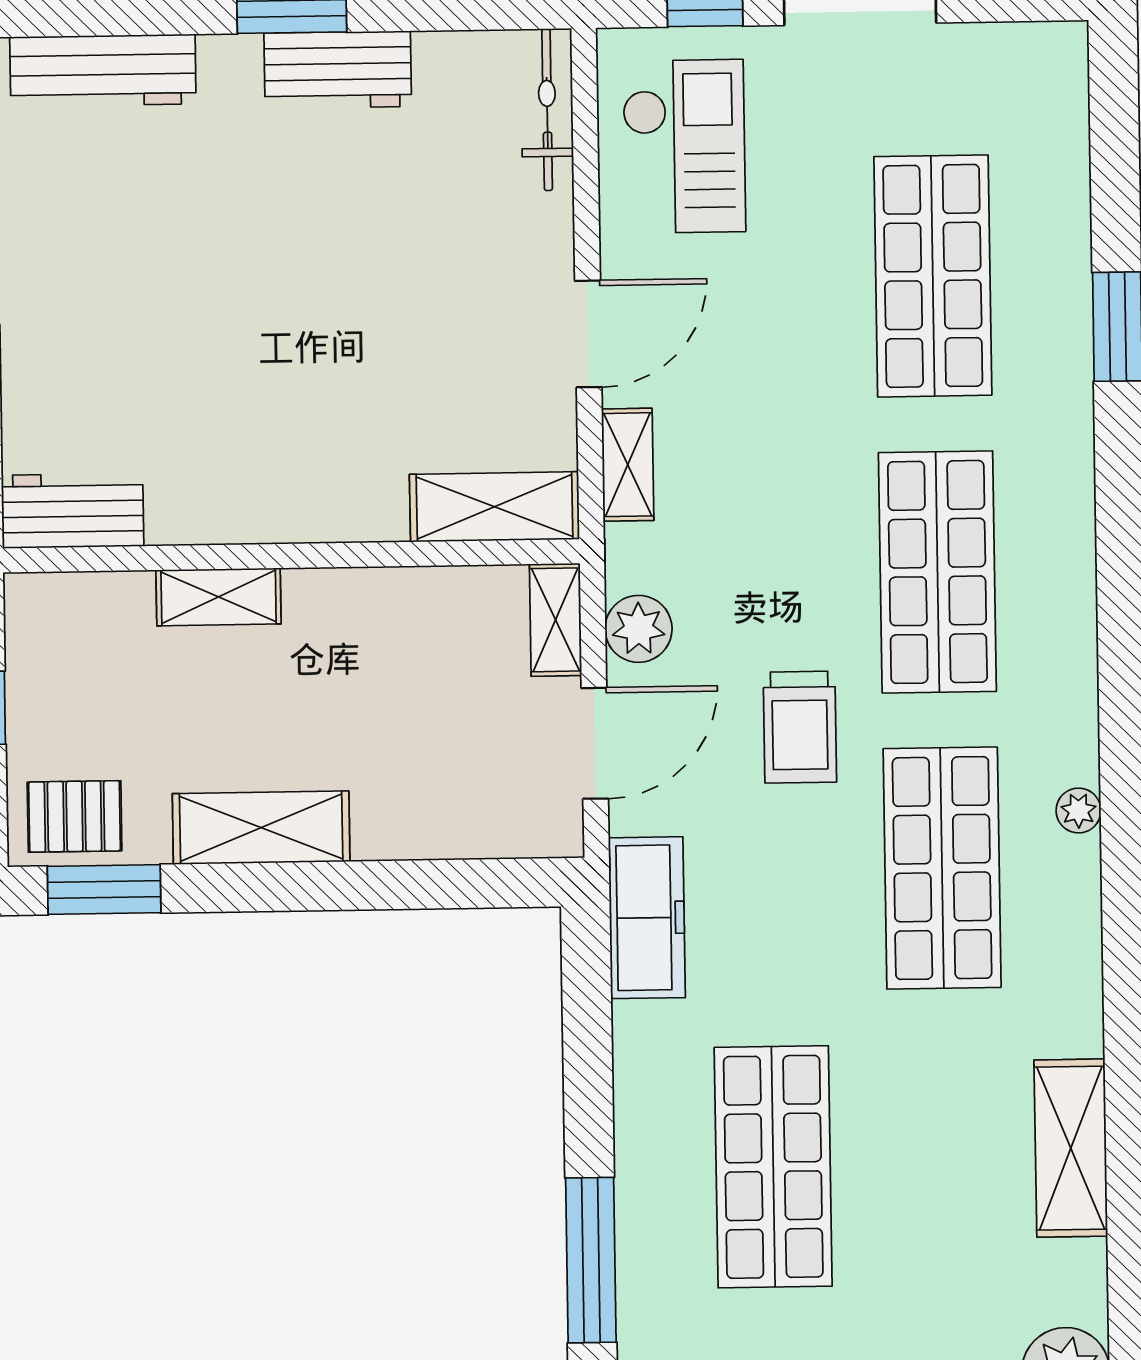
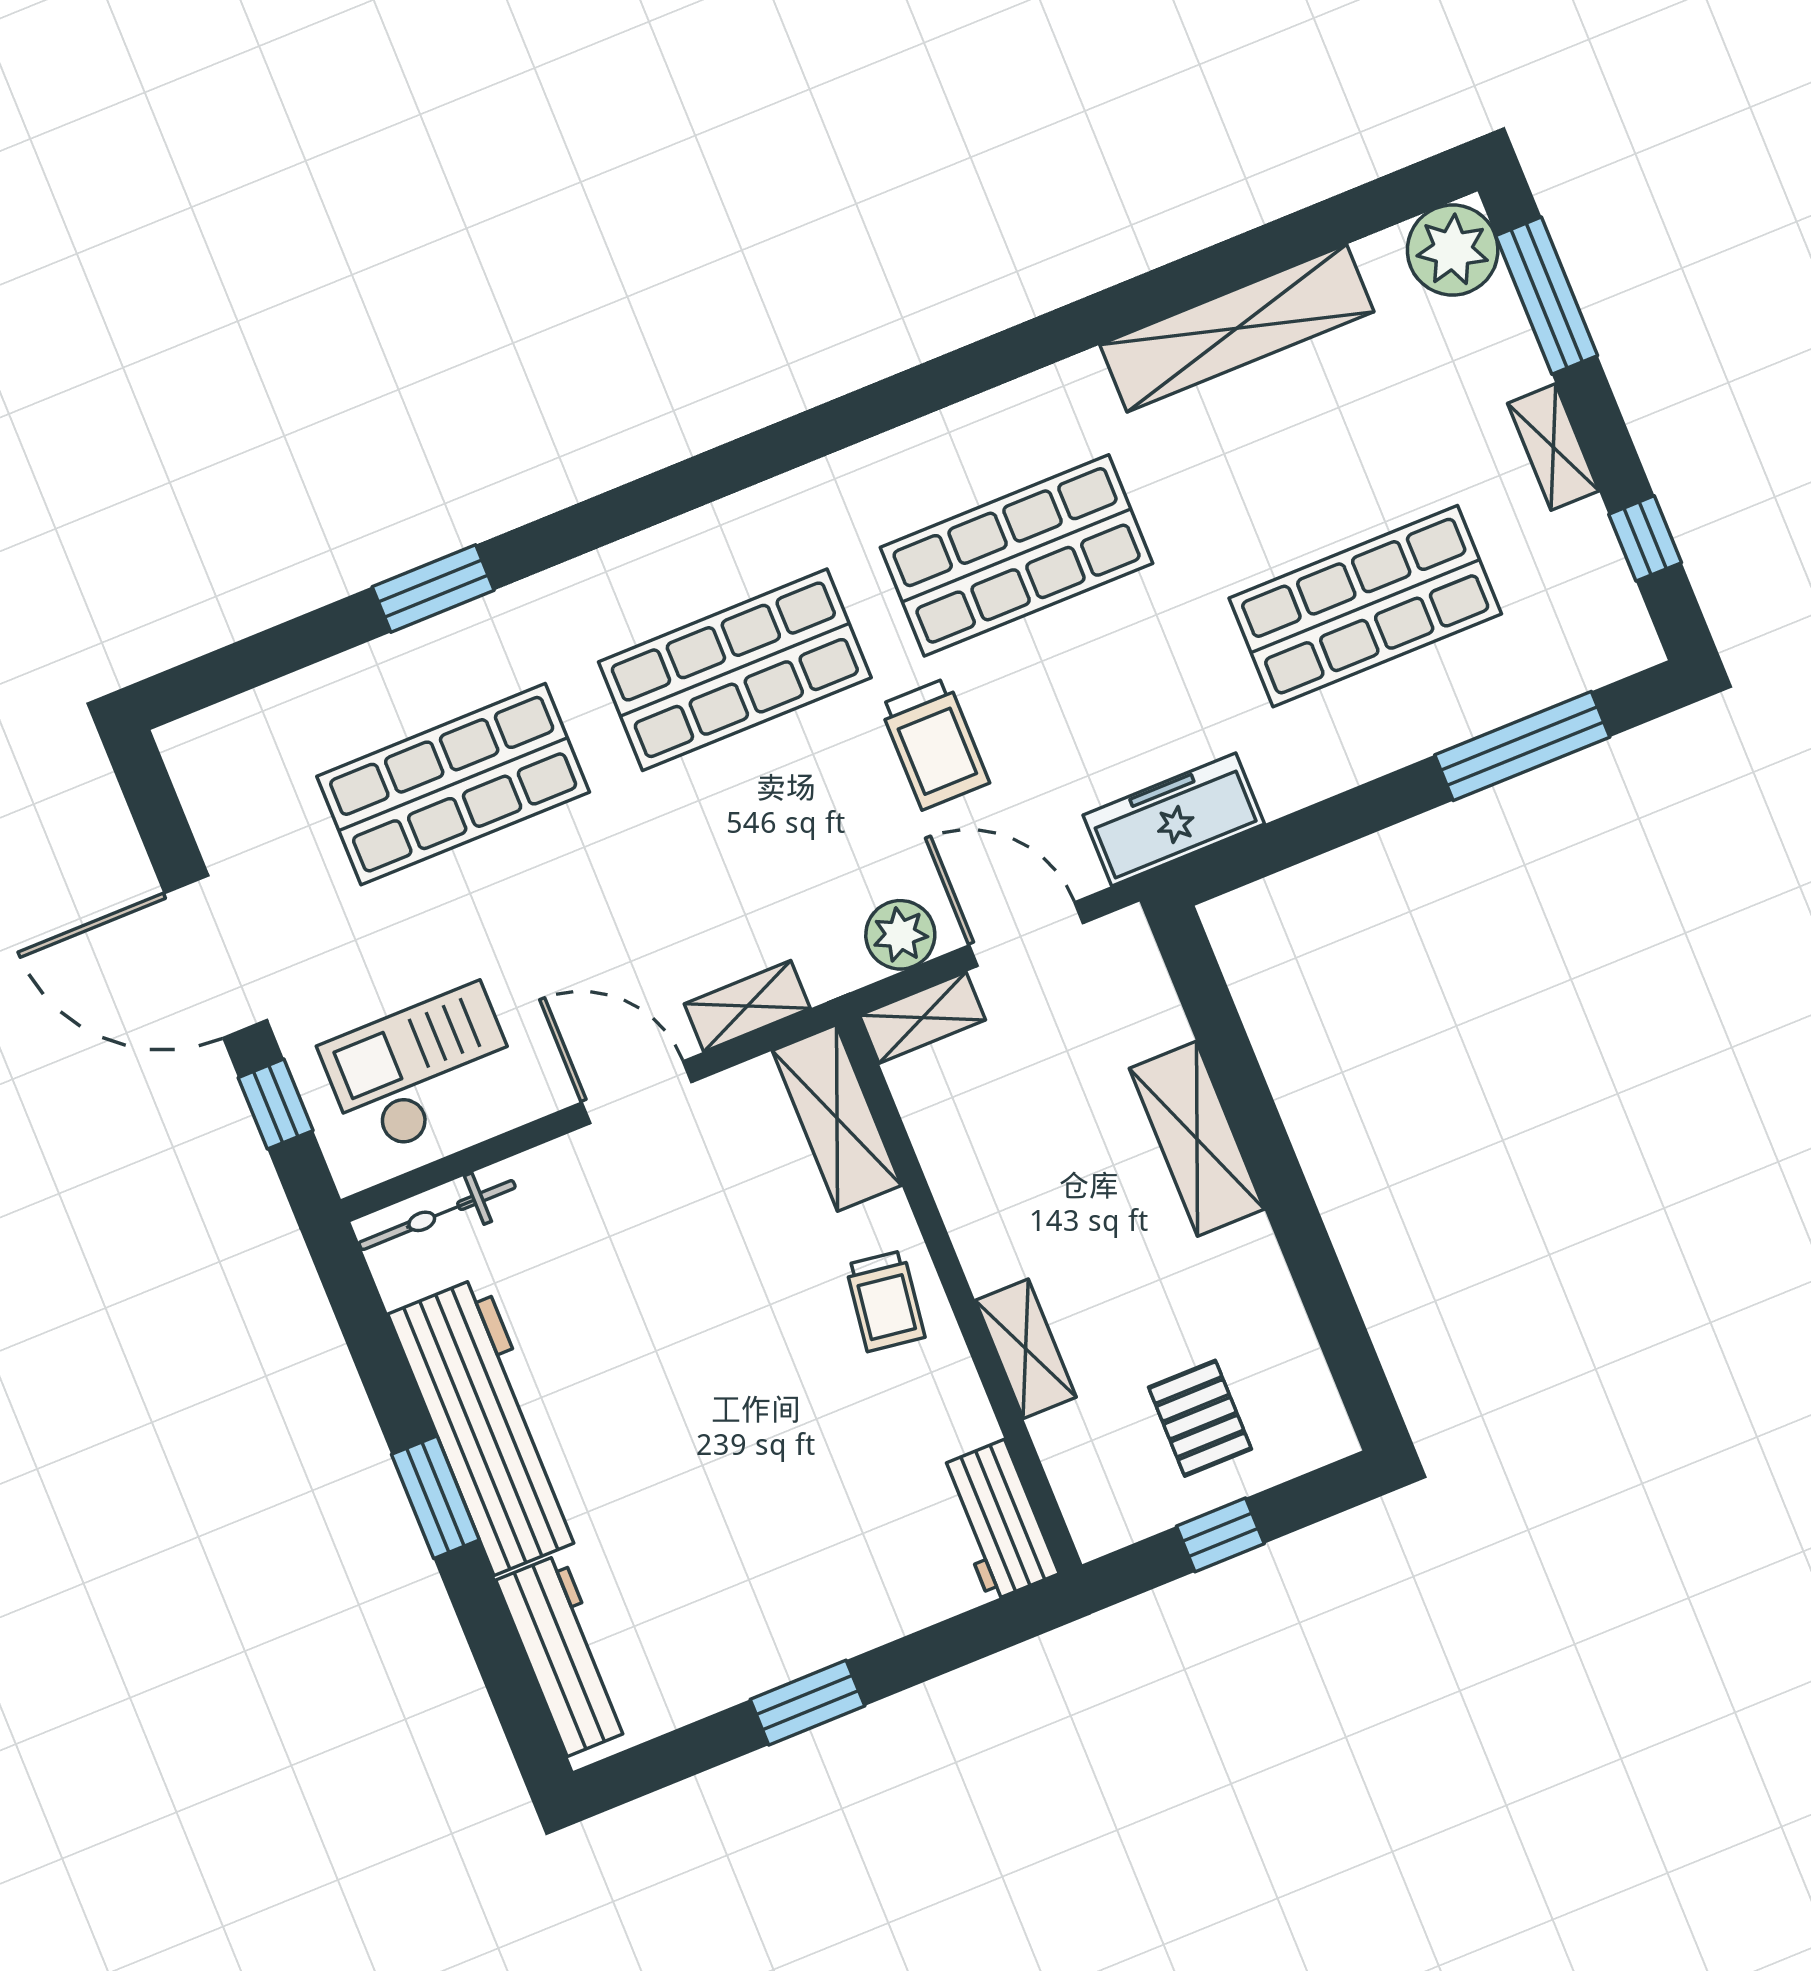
workbench: (338, 70) -> (488, 1426), width x1.87, depth x1.32
trolley: (311, 486) -> (885, 1301), added
trolley: (800, 727) -> (934, 744), turned 90
plant: (1079, 811) -> (911, 446), removed
pallet: (75, 816) -> (1200, 1418), moved
shelving: (261, 828) -> (1197, 1139), moved
window: (104, 889) -> (1348, 1350), removed
shelving: (1071, 1148) -> (1237, 328), width x1.47

